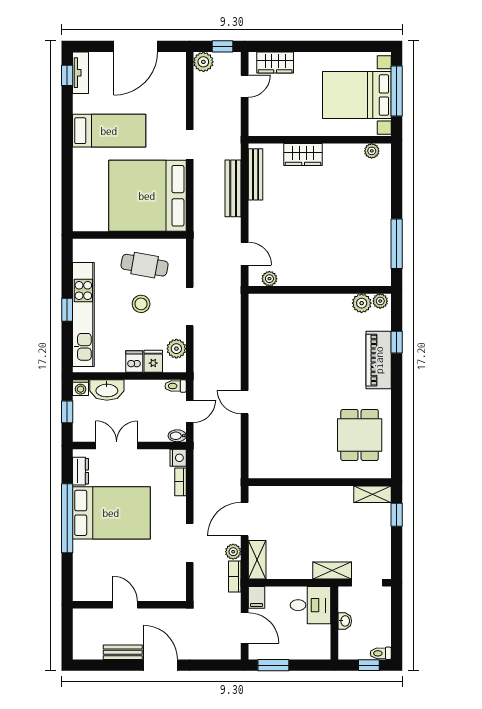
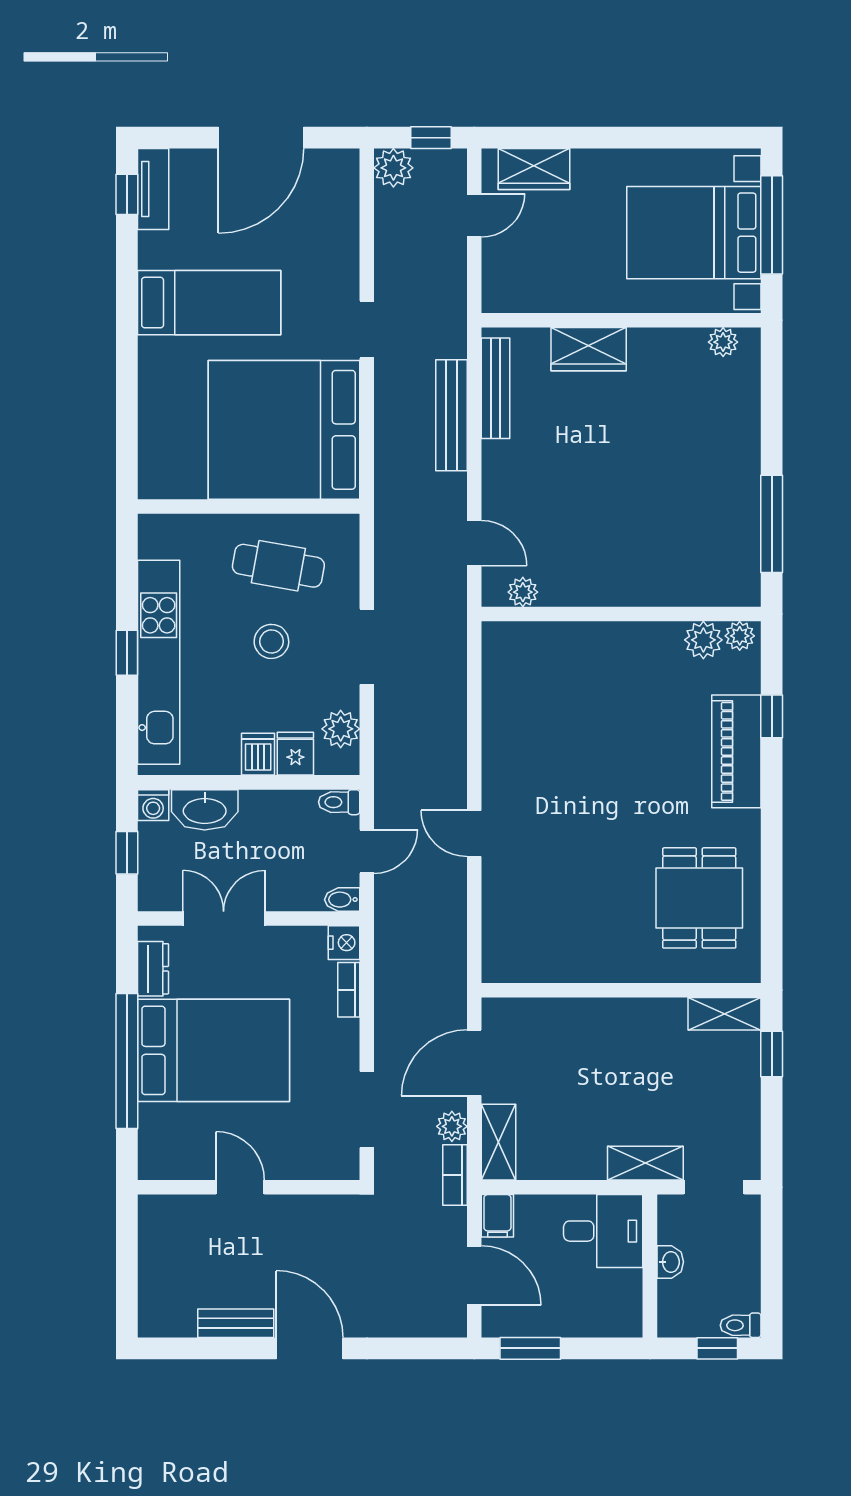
door: (125, 605) -> (240, 1187), moved
wall: (129, 605) -> (249, 1187), moved

